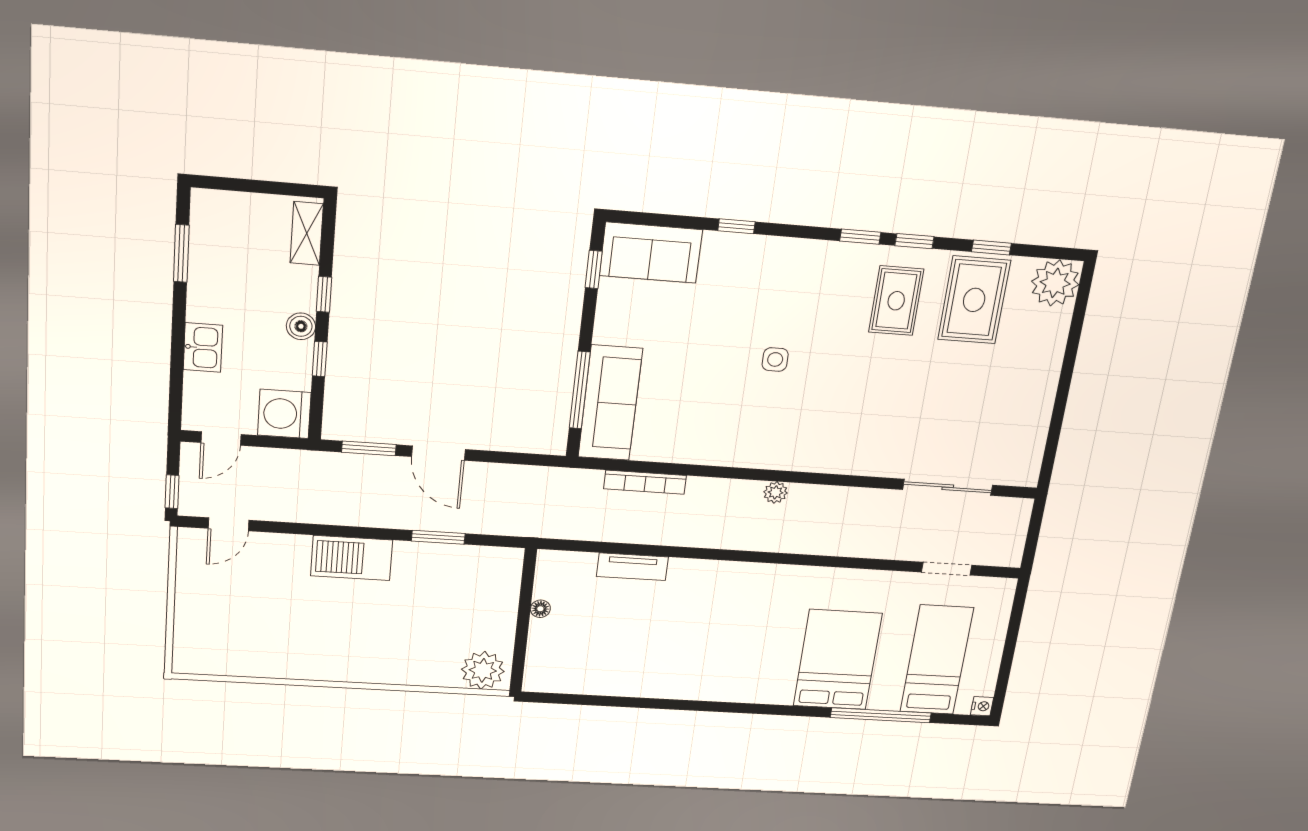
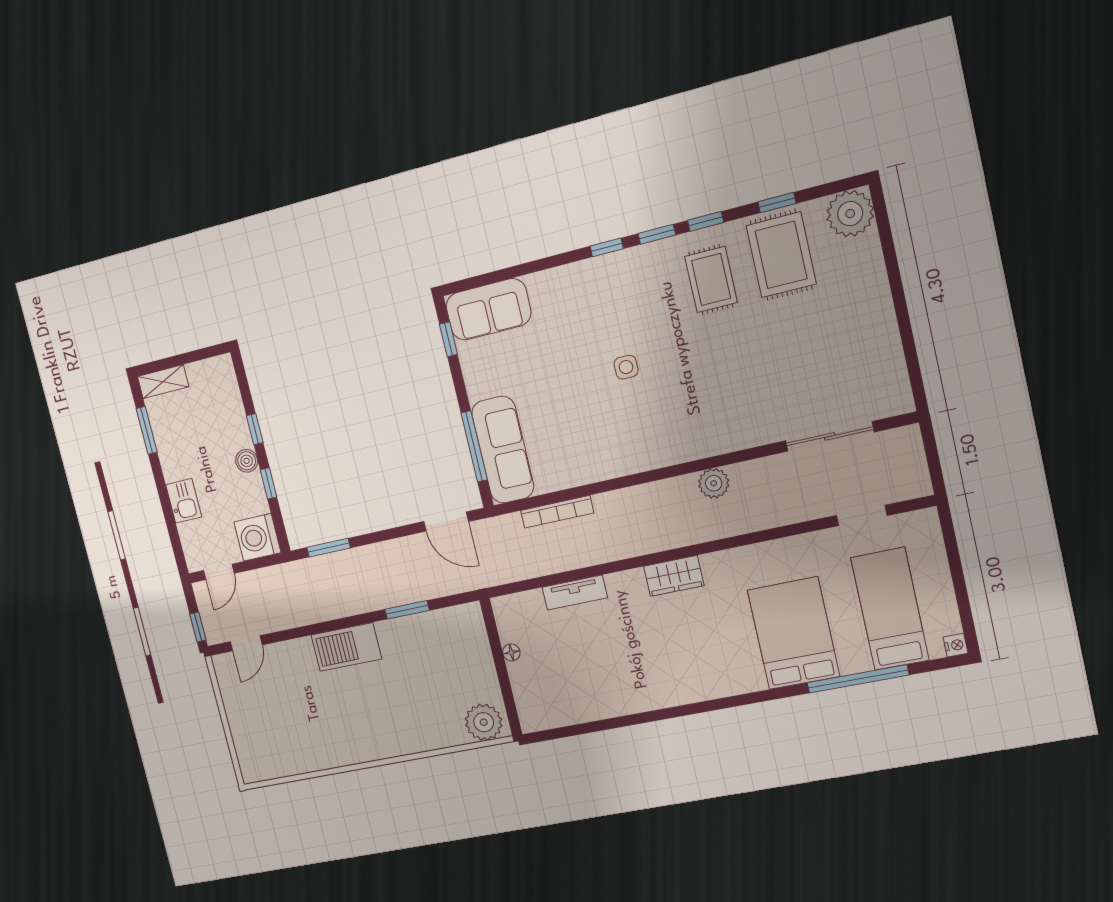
window: (736, 226) -> (607, 247), moved
shelving: (307, 233) -> (163, 382), moved, turned 90
door: (438, 453) -> (446, 522), moved
plant: (775, 492) -> (714, 483), moved, width x1.38, depth x1.38
wardrobe: (742, 577) -> (674, 576), added

